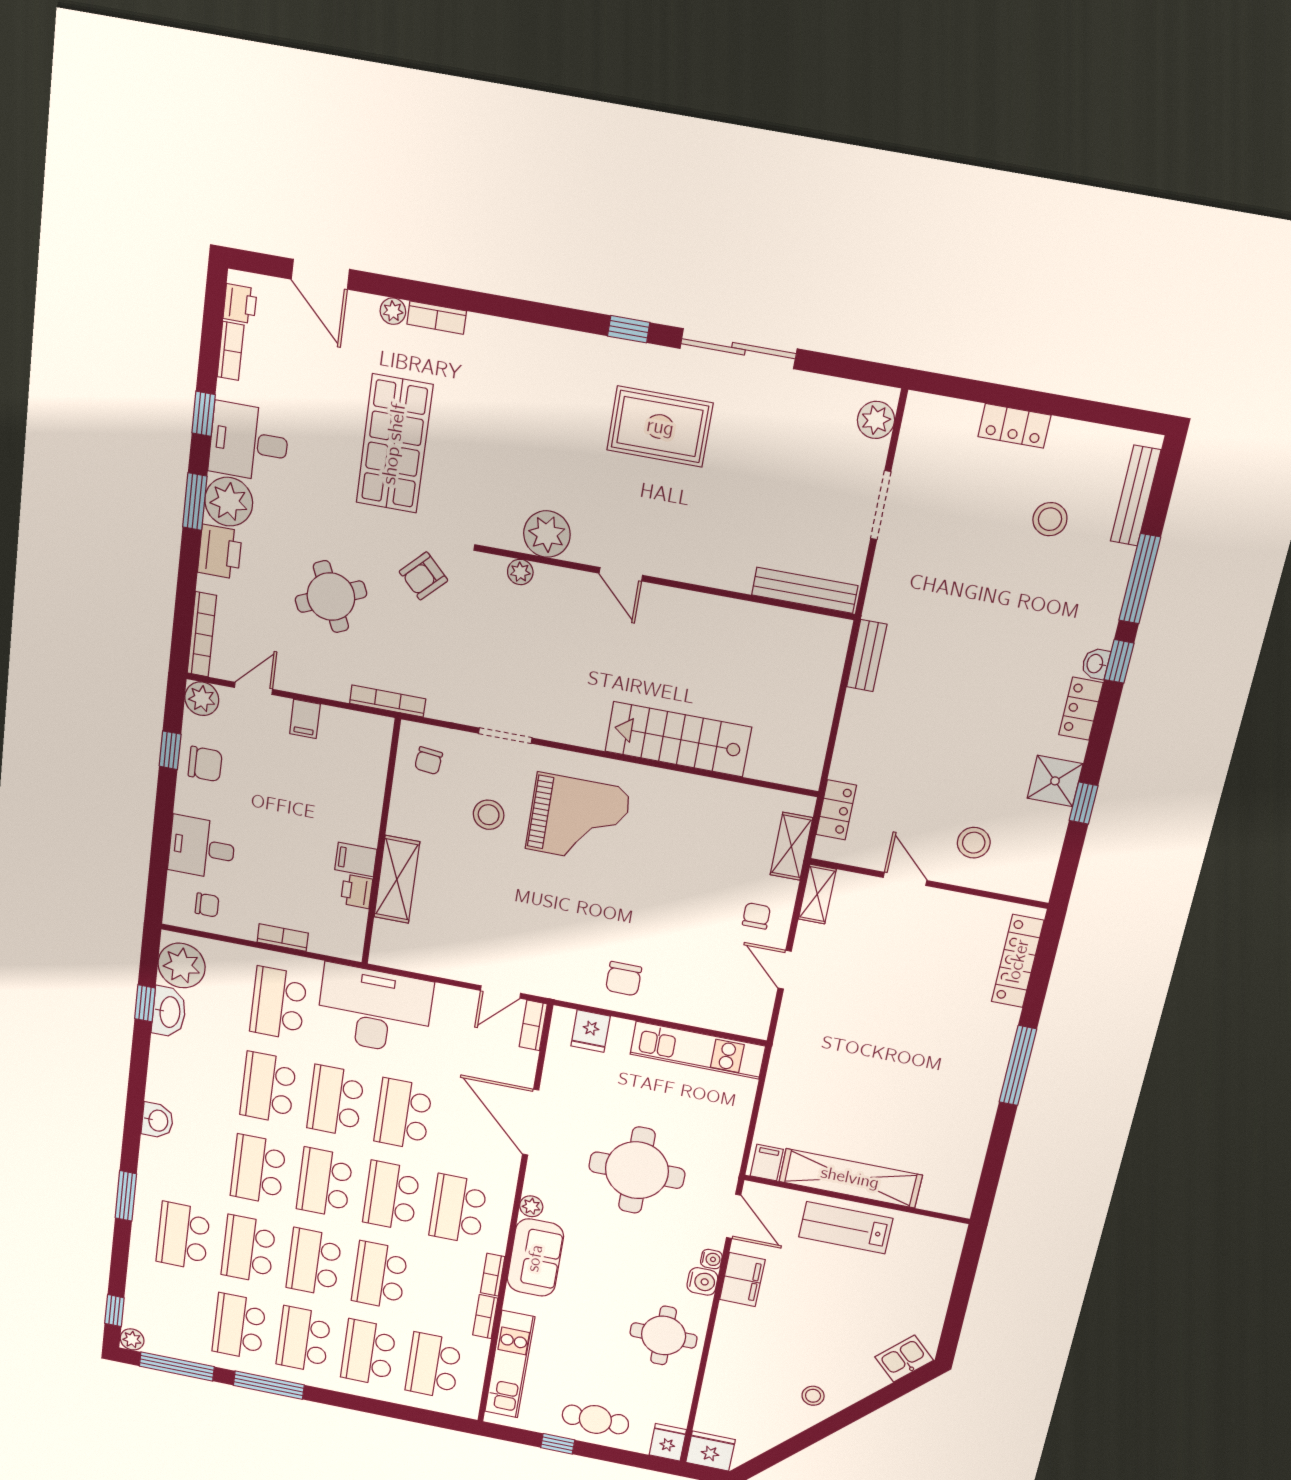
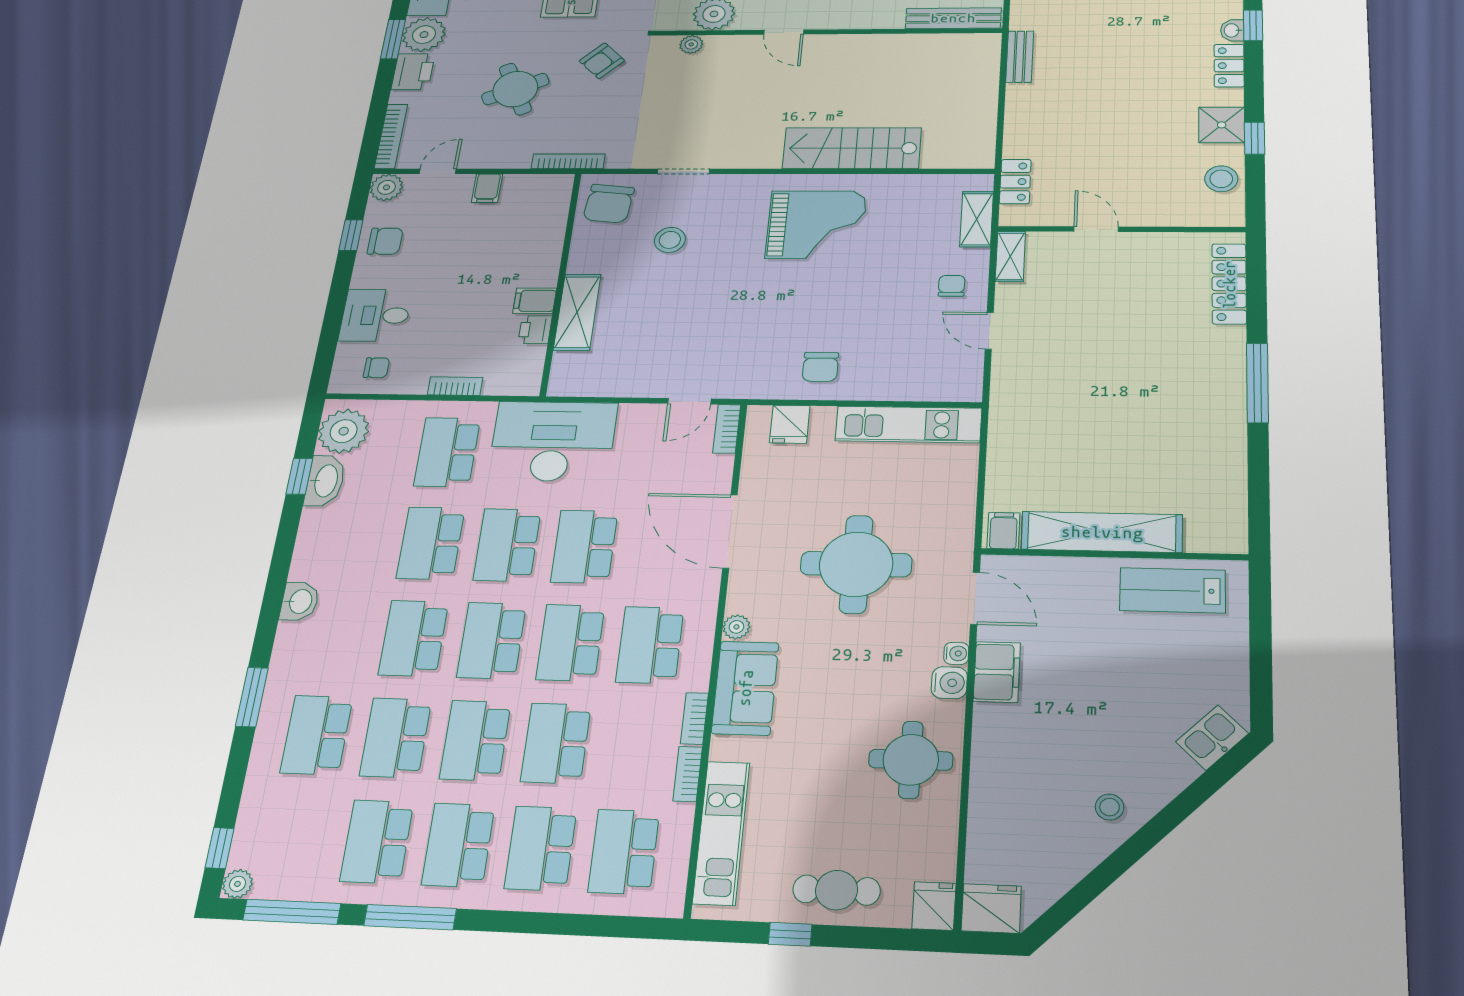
chair: (429, 761) -> (609, 204), width x1.87, depth x1.87
grand piano: (578, 819) -> (816, 225), moved
stool: (974, 843) -> (1221, 179), moved
lab bench: (846, 1228) -> (1173, 590), moved

